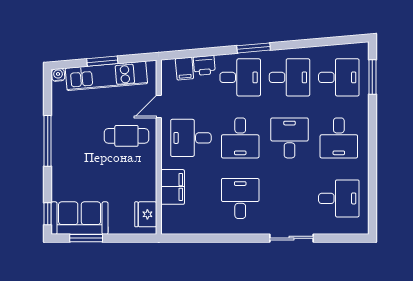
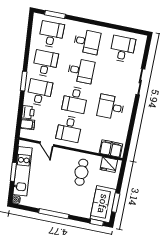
cafe table: (126, 136) -> (81, 172), moved
desk: (240, 138) -> (75, 100), turned 90
desk: (290, 138) -> (81, 71), turned 180
filing cabinet: (173, 187) -> (111, 149), moved

